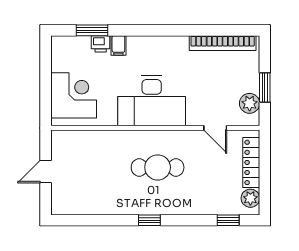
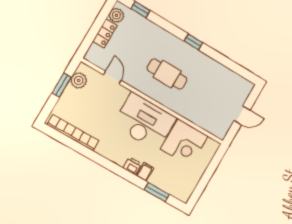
printer: (101, 44) -> (132, 166), moved
corner desk: (74, 95) -> (184, 142), moved, turned -90
locker: (251, 162) -> (105, 33), width x0.66

